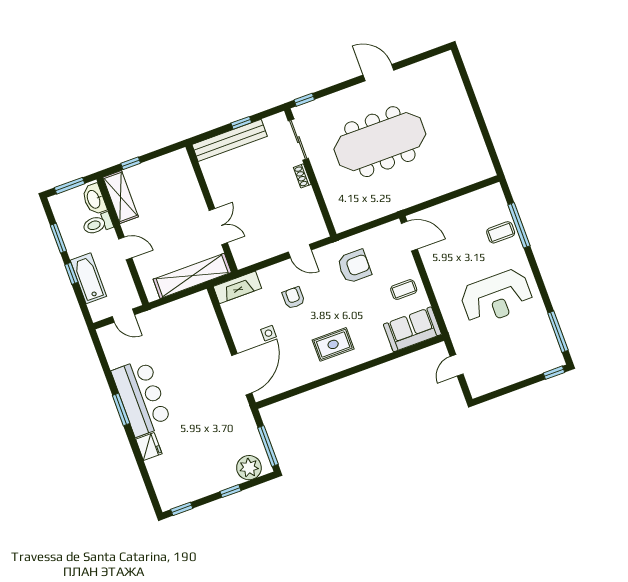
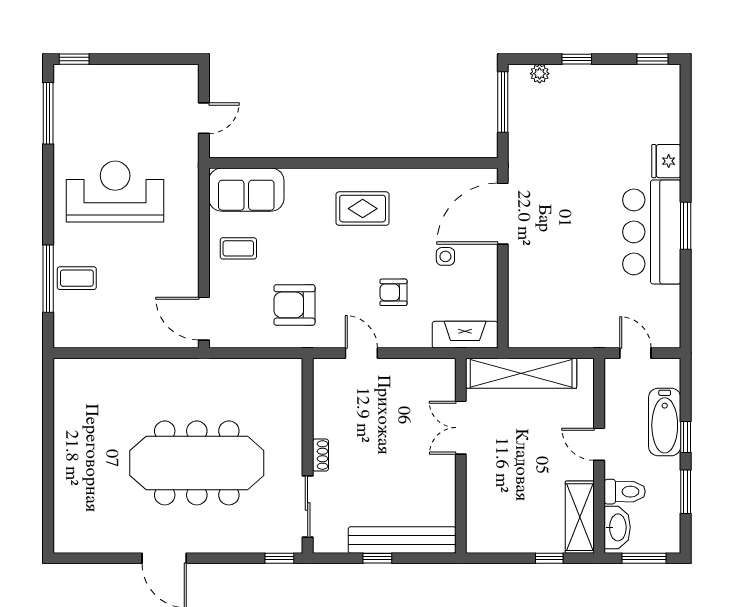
armchair: (293, 298) -> (393, 292), turned 90
plant: (249, 468) -> (540, 74), width x0.53, depth x0.53

